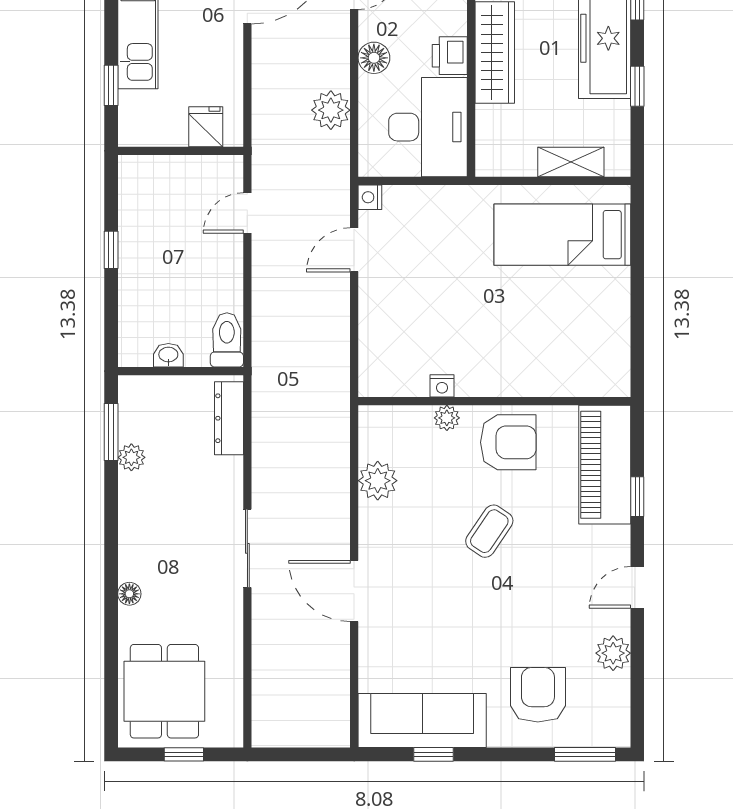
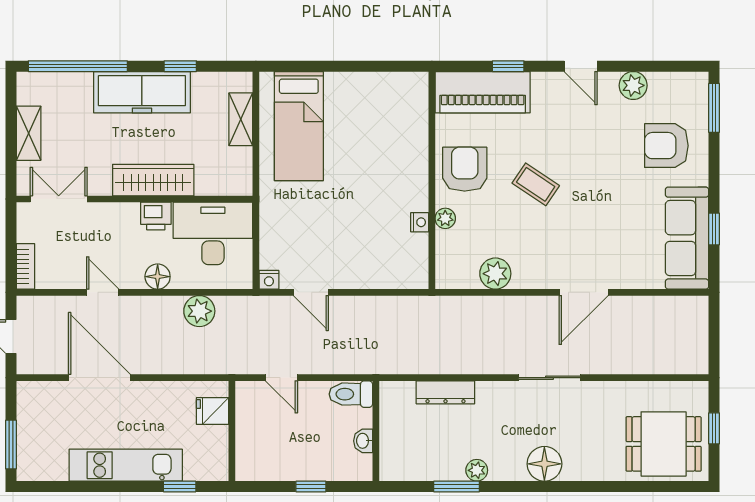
toilet: (227, 340) -> (351, 394), moved
washbasin: (168, 355) -> (363, 441), moved
wall: (181, 371) -> (376, 431), moved
floor lamp: (129, 594) -> (544, 464), moved, width x1.89, depth x1.89

